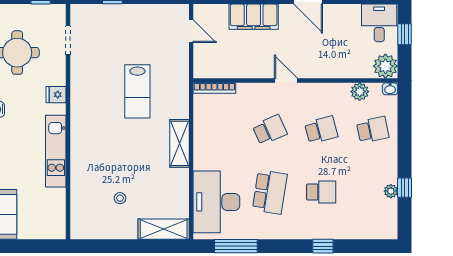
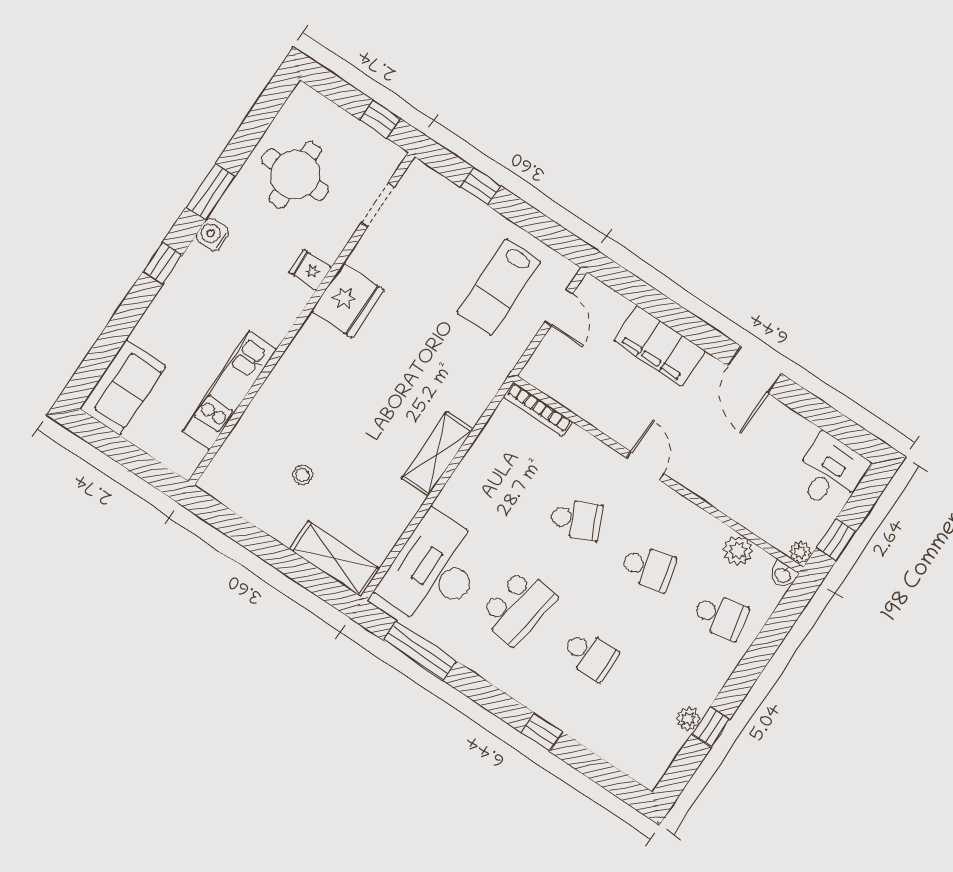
window: (405, 34) -> (836, 539), moved
plant: (385, 66) -> (800, 552), width x0.53, depth x0.53
lab bench: (137, 91) -> (499, 287), moved
fridge: (85, 97) -> (348, 301), added
kitchen unit: (56, 151) -> (229, 390), moved

